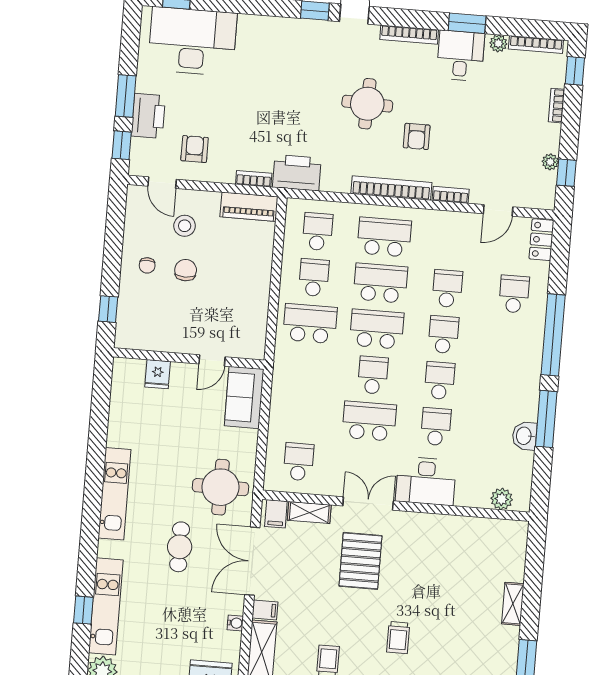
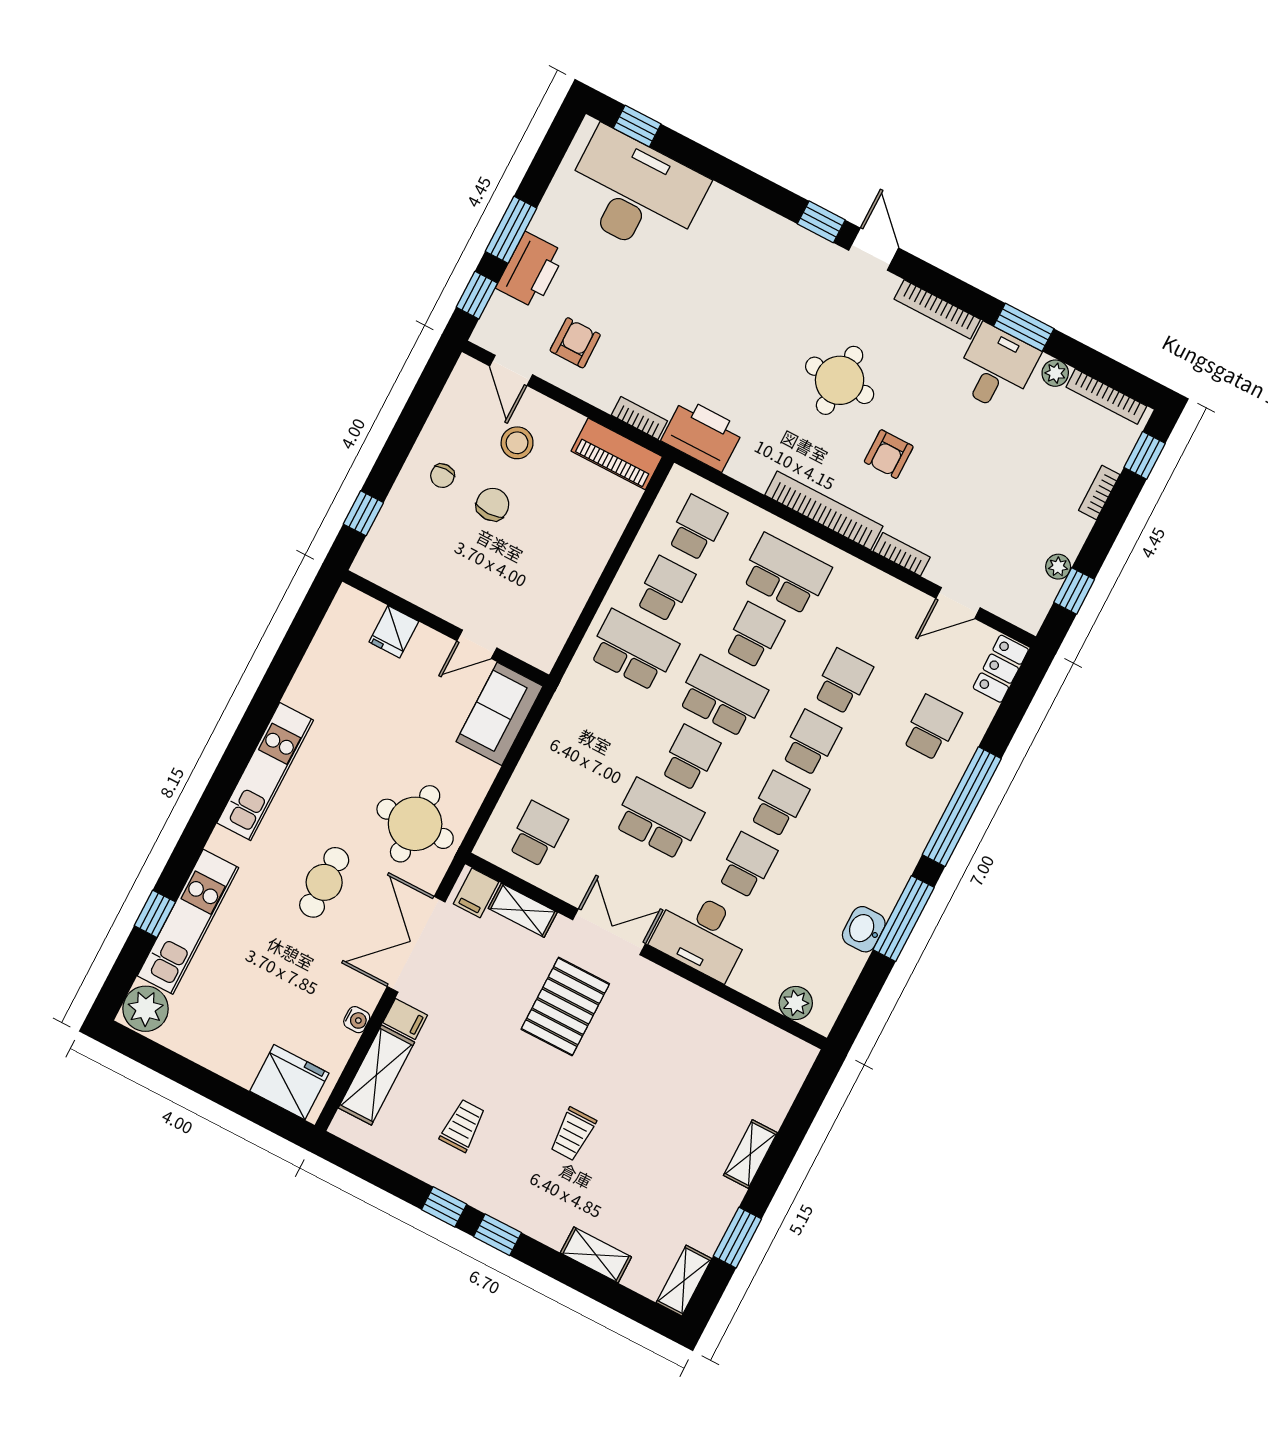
school desk: (381, 283) -> (754, 635), width x0.54

